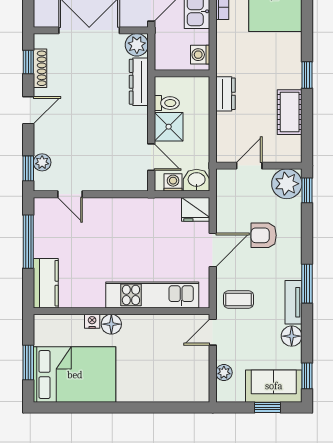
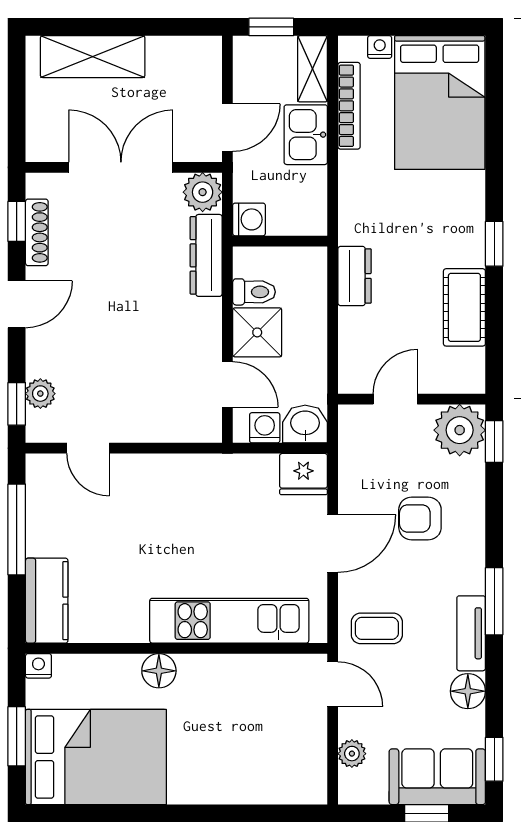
washing machine: (200, 55) -> (249, 219), moved, turned 180
nightstand: (92, 321) -> (38, 666), moved
door: (213, 332) -> (333, 684), swing flipped

